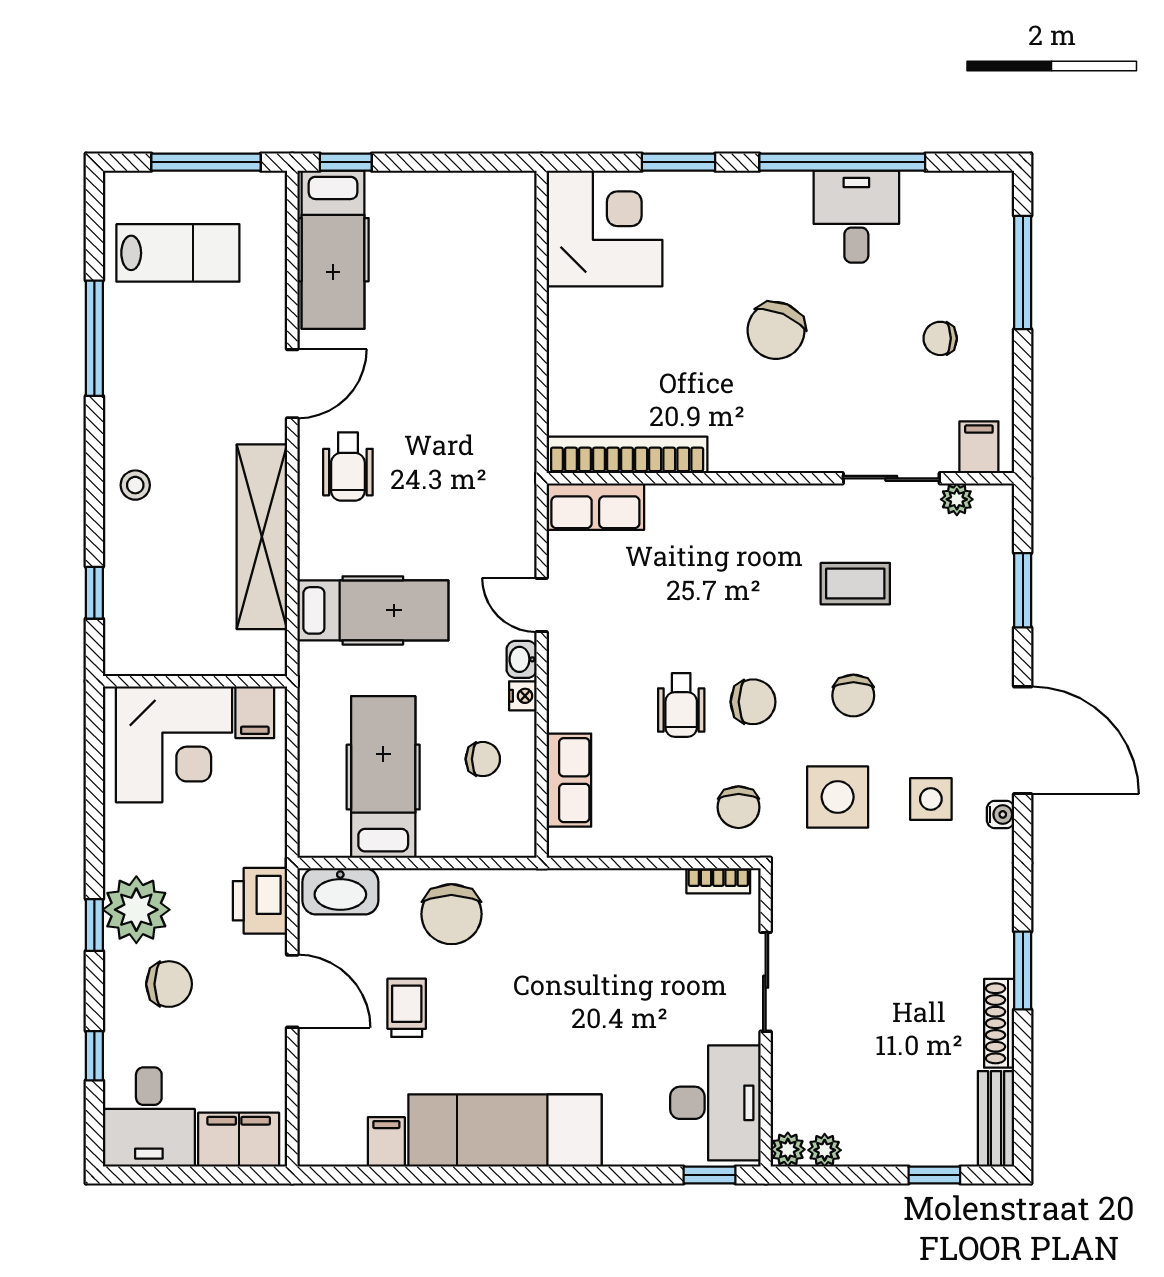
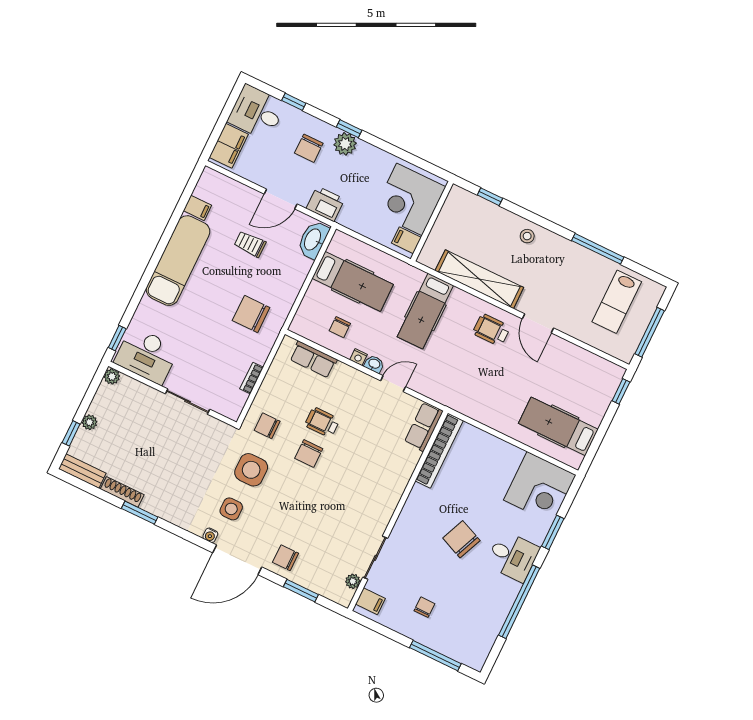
desk: (856, 217) -> (513, 556), moved
hospital bed: (333, 250) -> (558, 426), moved
coffee table: (855, 584) -> (338, 521), removed
chair: (853, 696) -> (286, 558), moved
bookcase: (718, 881) -> (252, 378), moved
plant: (136, 910) -> (345, 144), width x0.73, depth x0.73
chair: (451, 914) -> (251, 314), moved
trolley: (407, 1008) -> (250, 244), turned 180
plant: (825, 1150) -> (90, 422), moved

